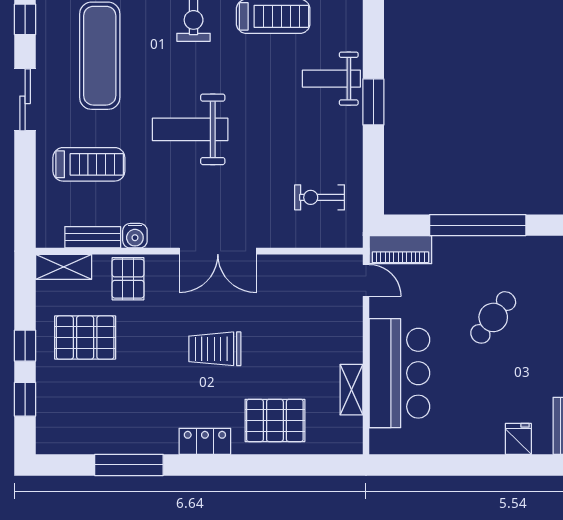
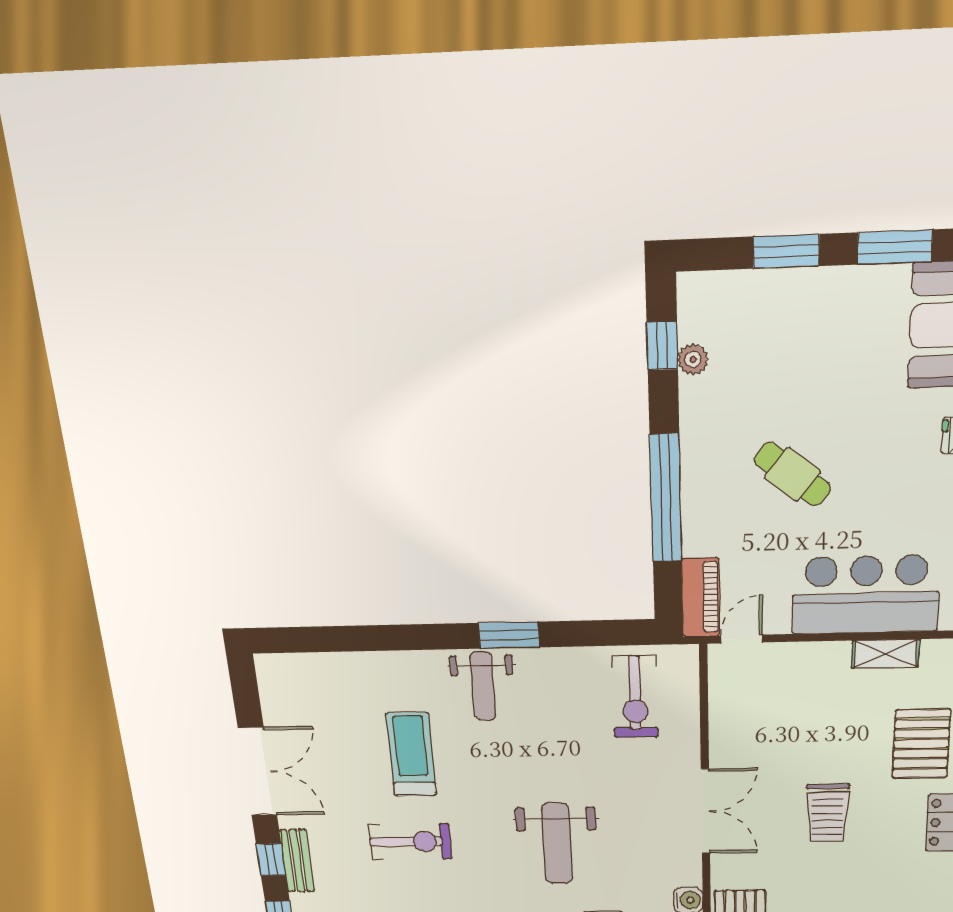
exercise bike: (320, 197) -> (635, 697), width x1.38, depth x1.39

